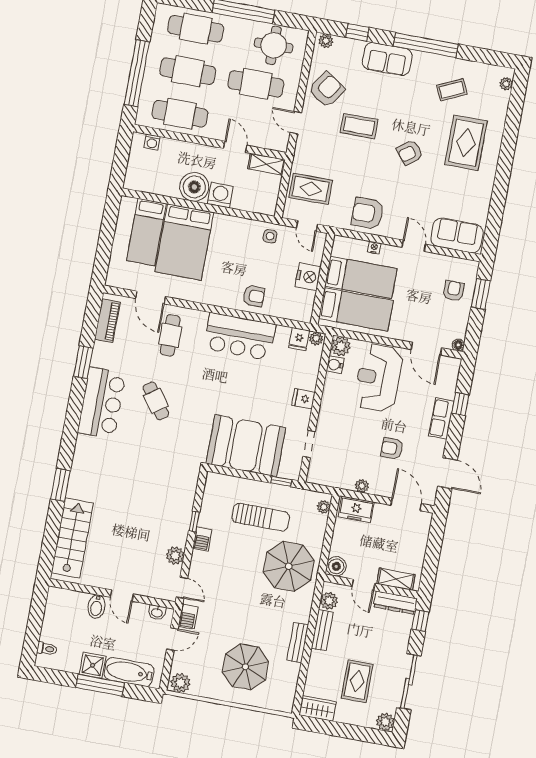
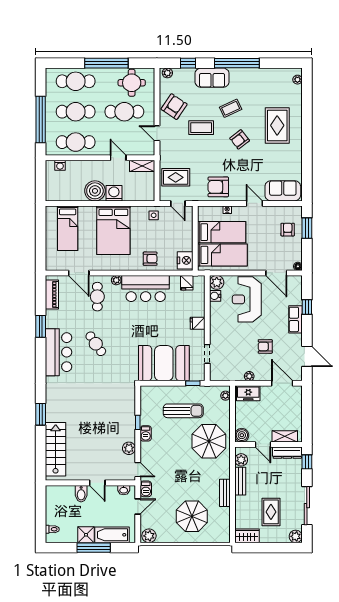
coffee table: (452, 90) -> (231, 108), moved
bed: (184, 242) -> (113, 230), moved
nightstand: (308, 277) -> (185, 260), moved
plant: (316, 339) -> (116, 280), moved

